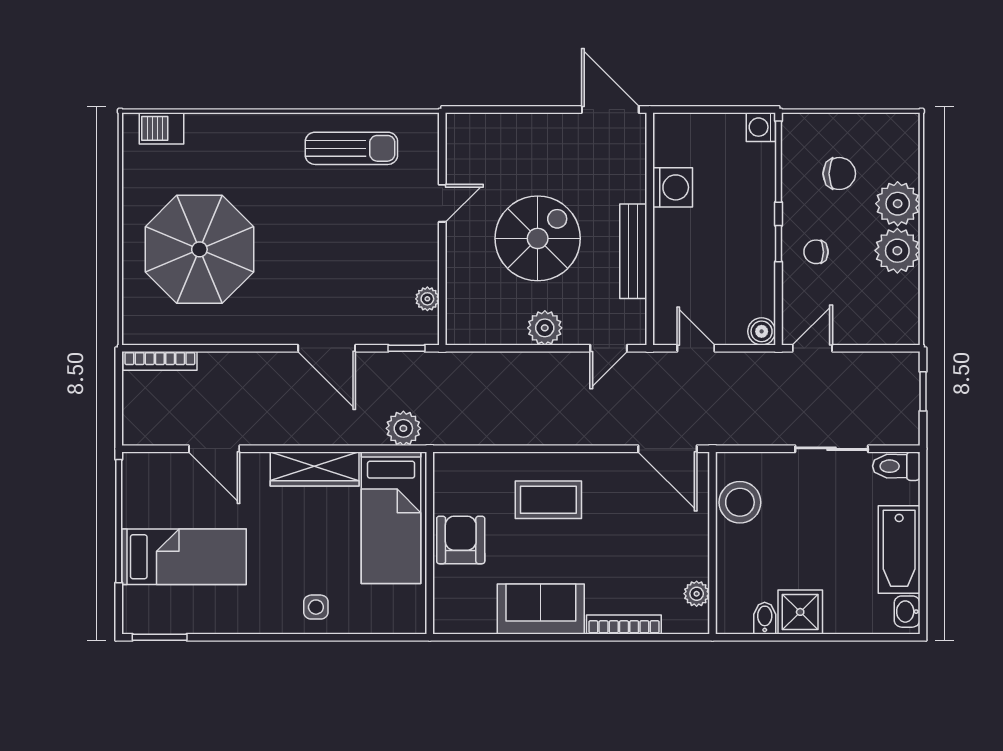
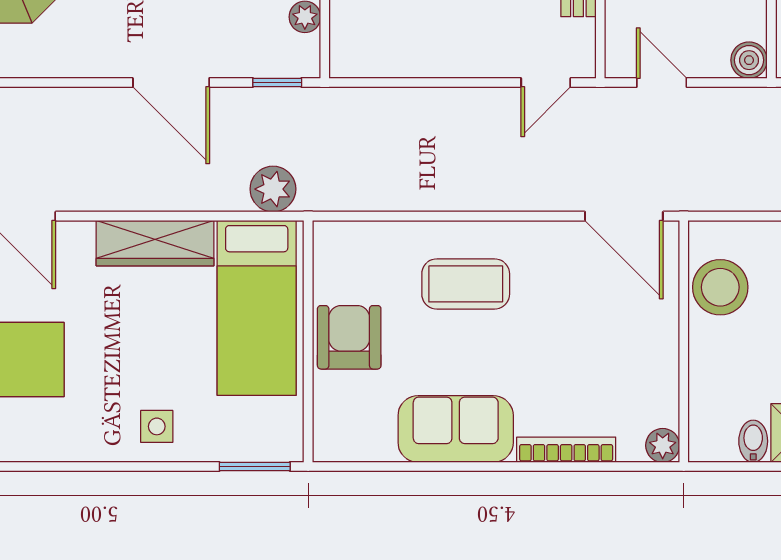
plant: (545, 328) -> (461, 55), removed
plant: (697, 594) -> (663, 445), moved
window: (390, 637) -> (255, 467), added

